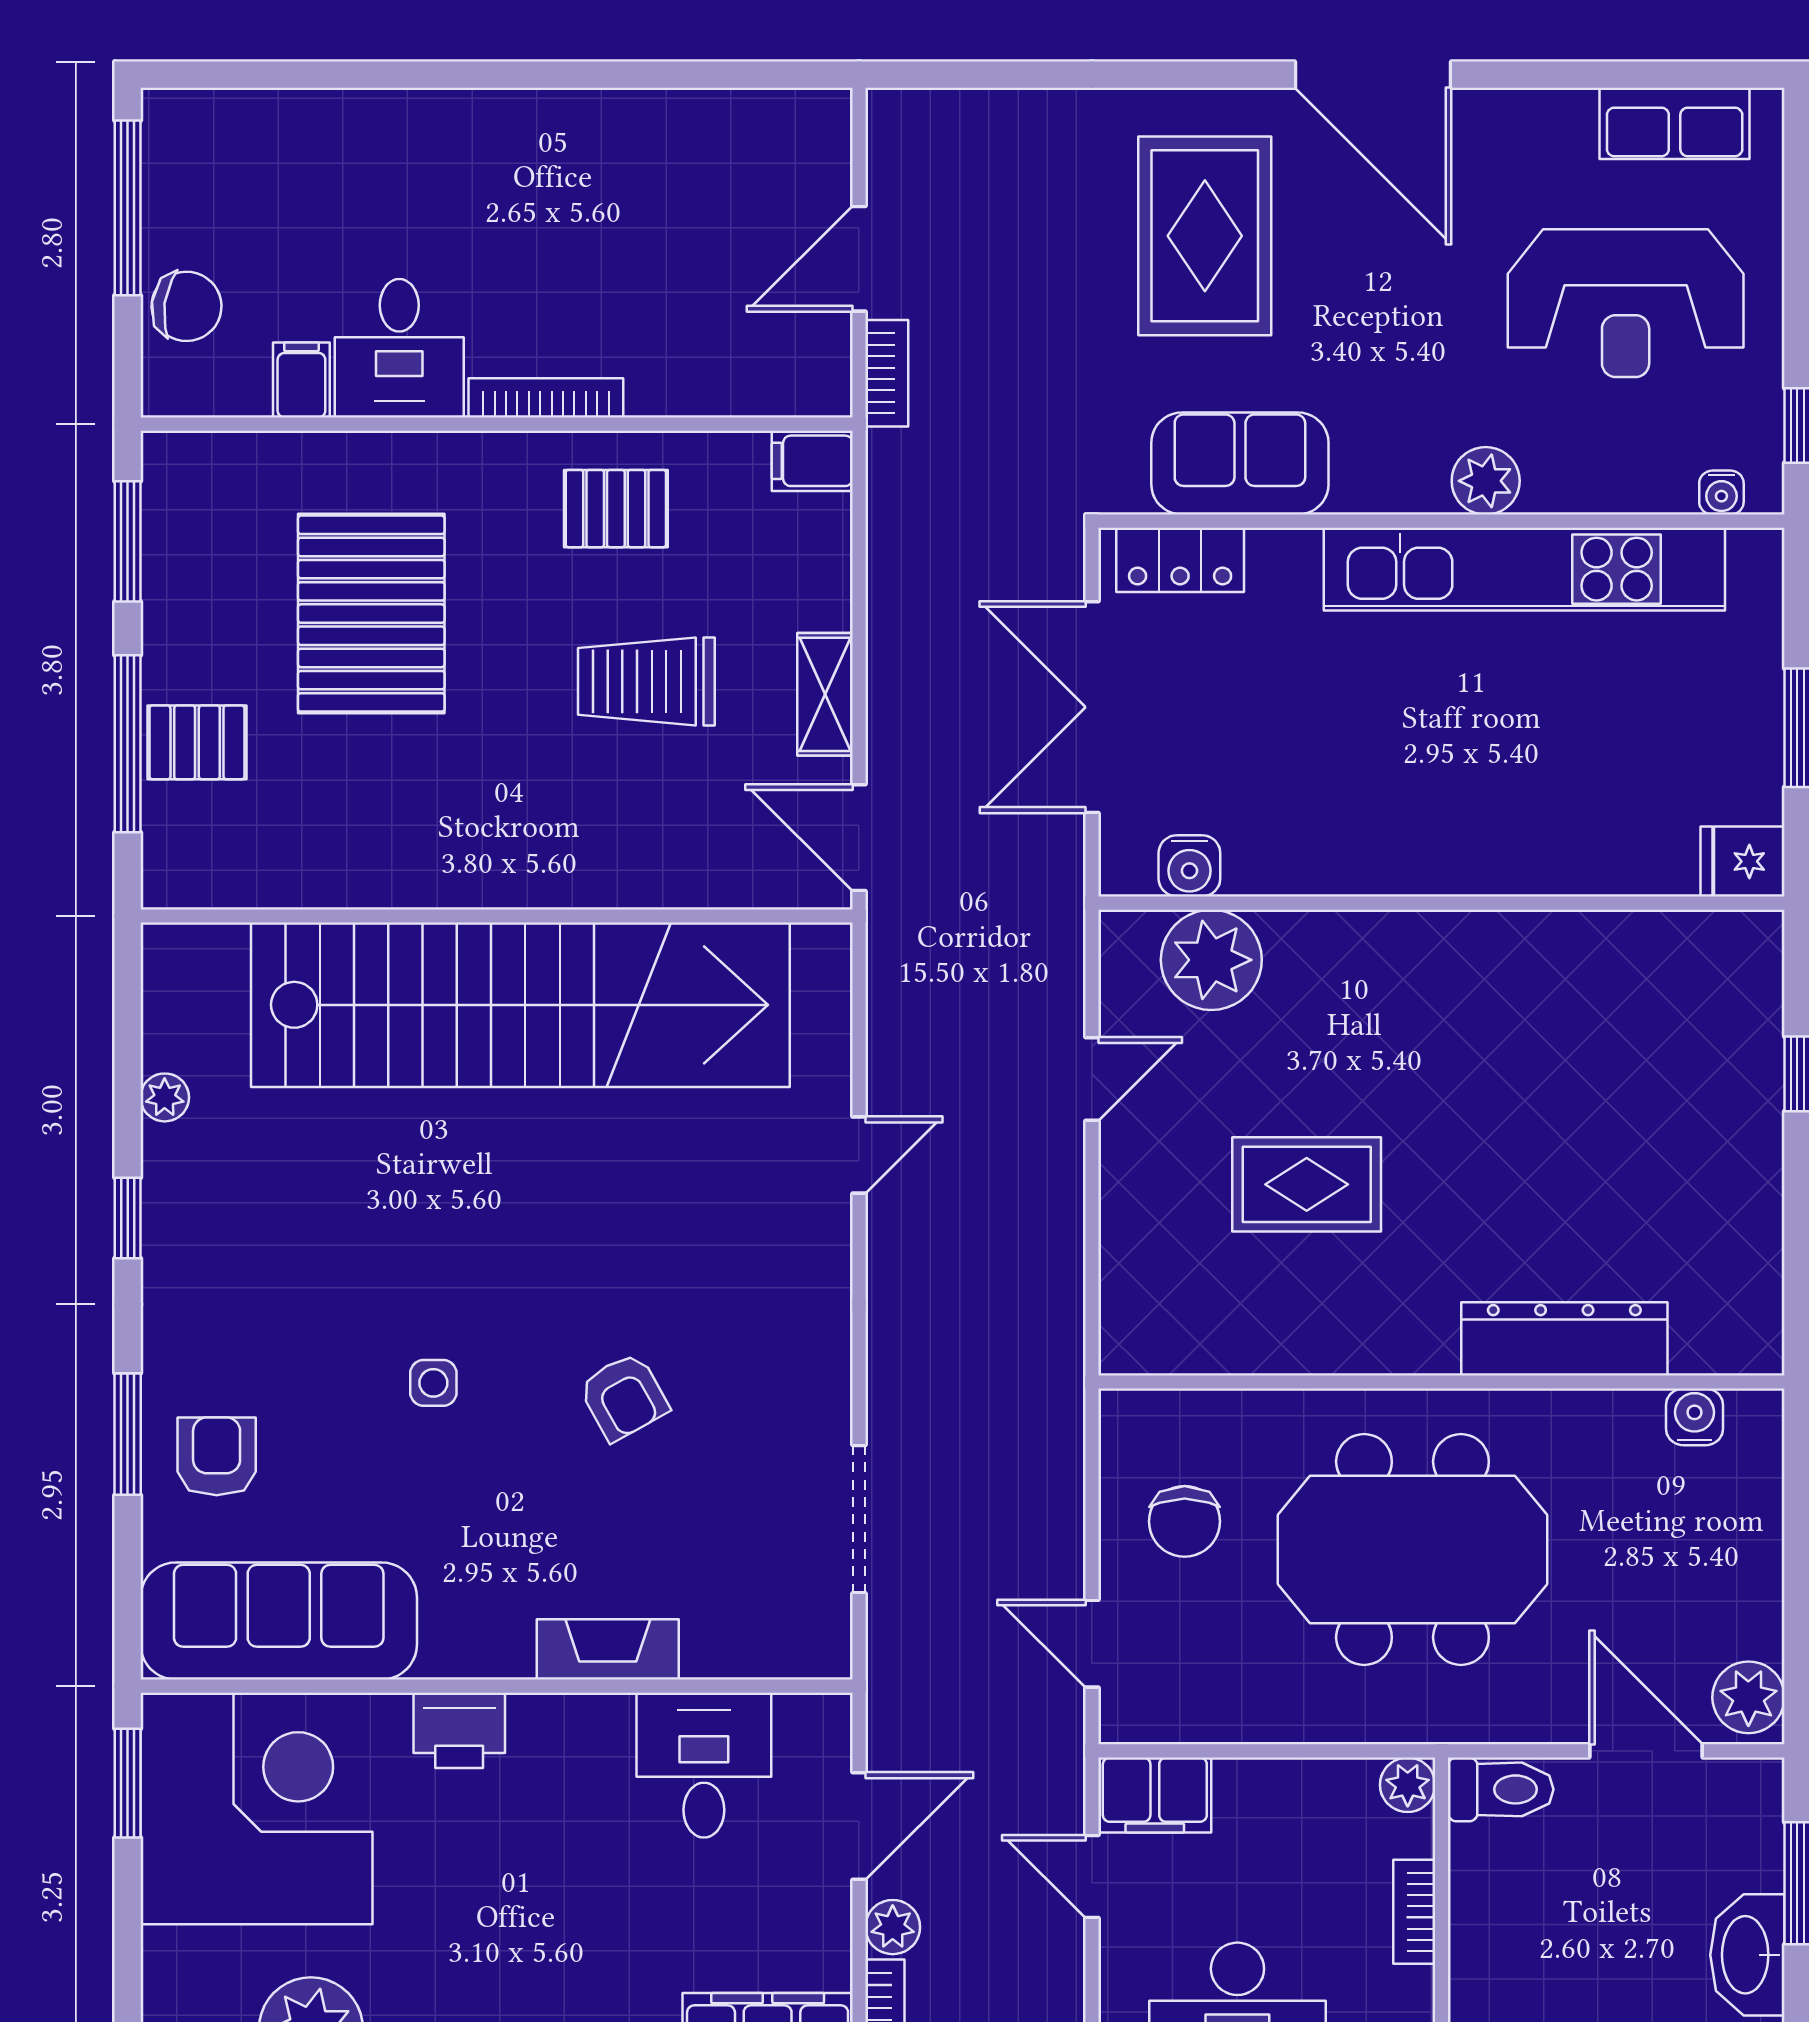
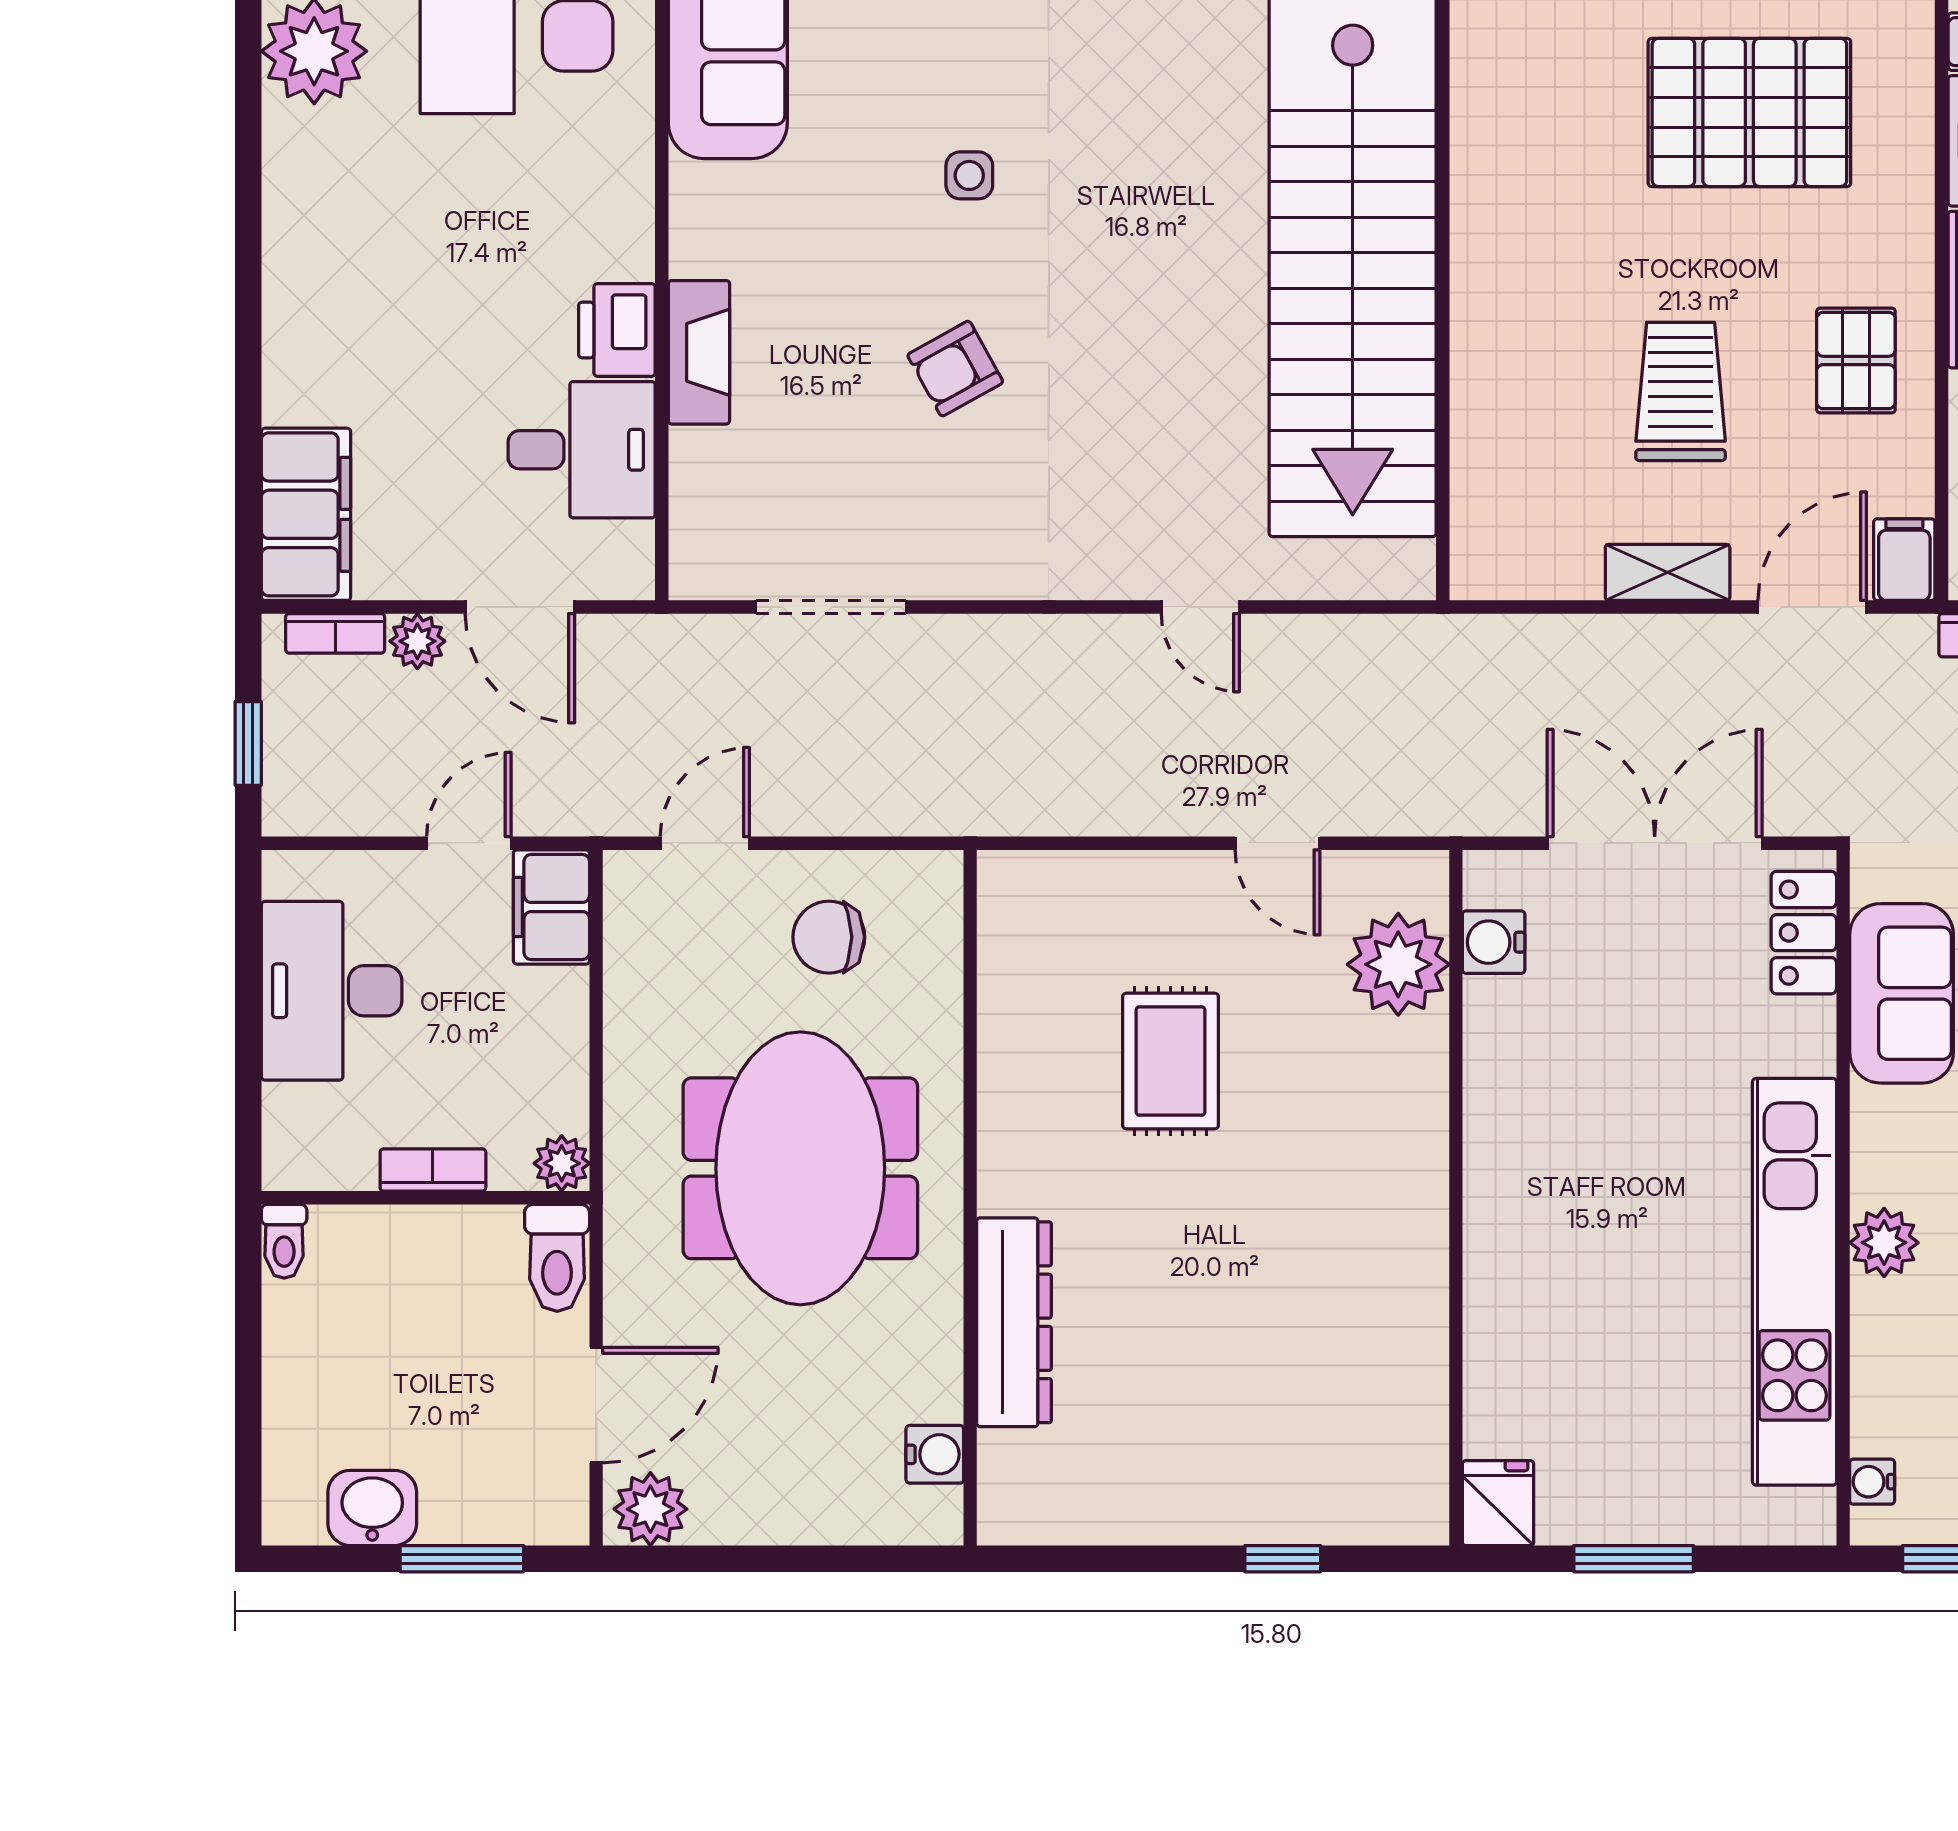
door: (859, 838) -> (1812, 607), moved
printer: (459, 1730) -> (617, 330), moved
washbasin: (1747, 1955) -> (372, 1508), width x0.72

